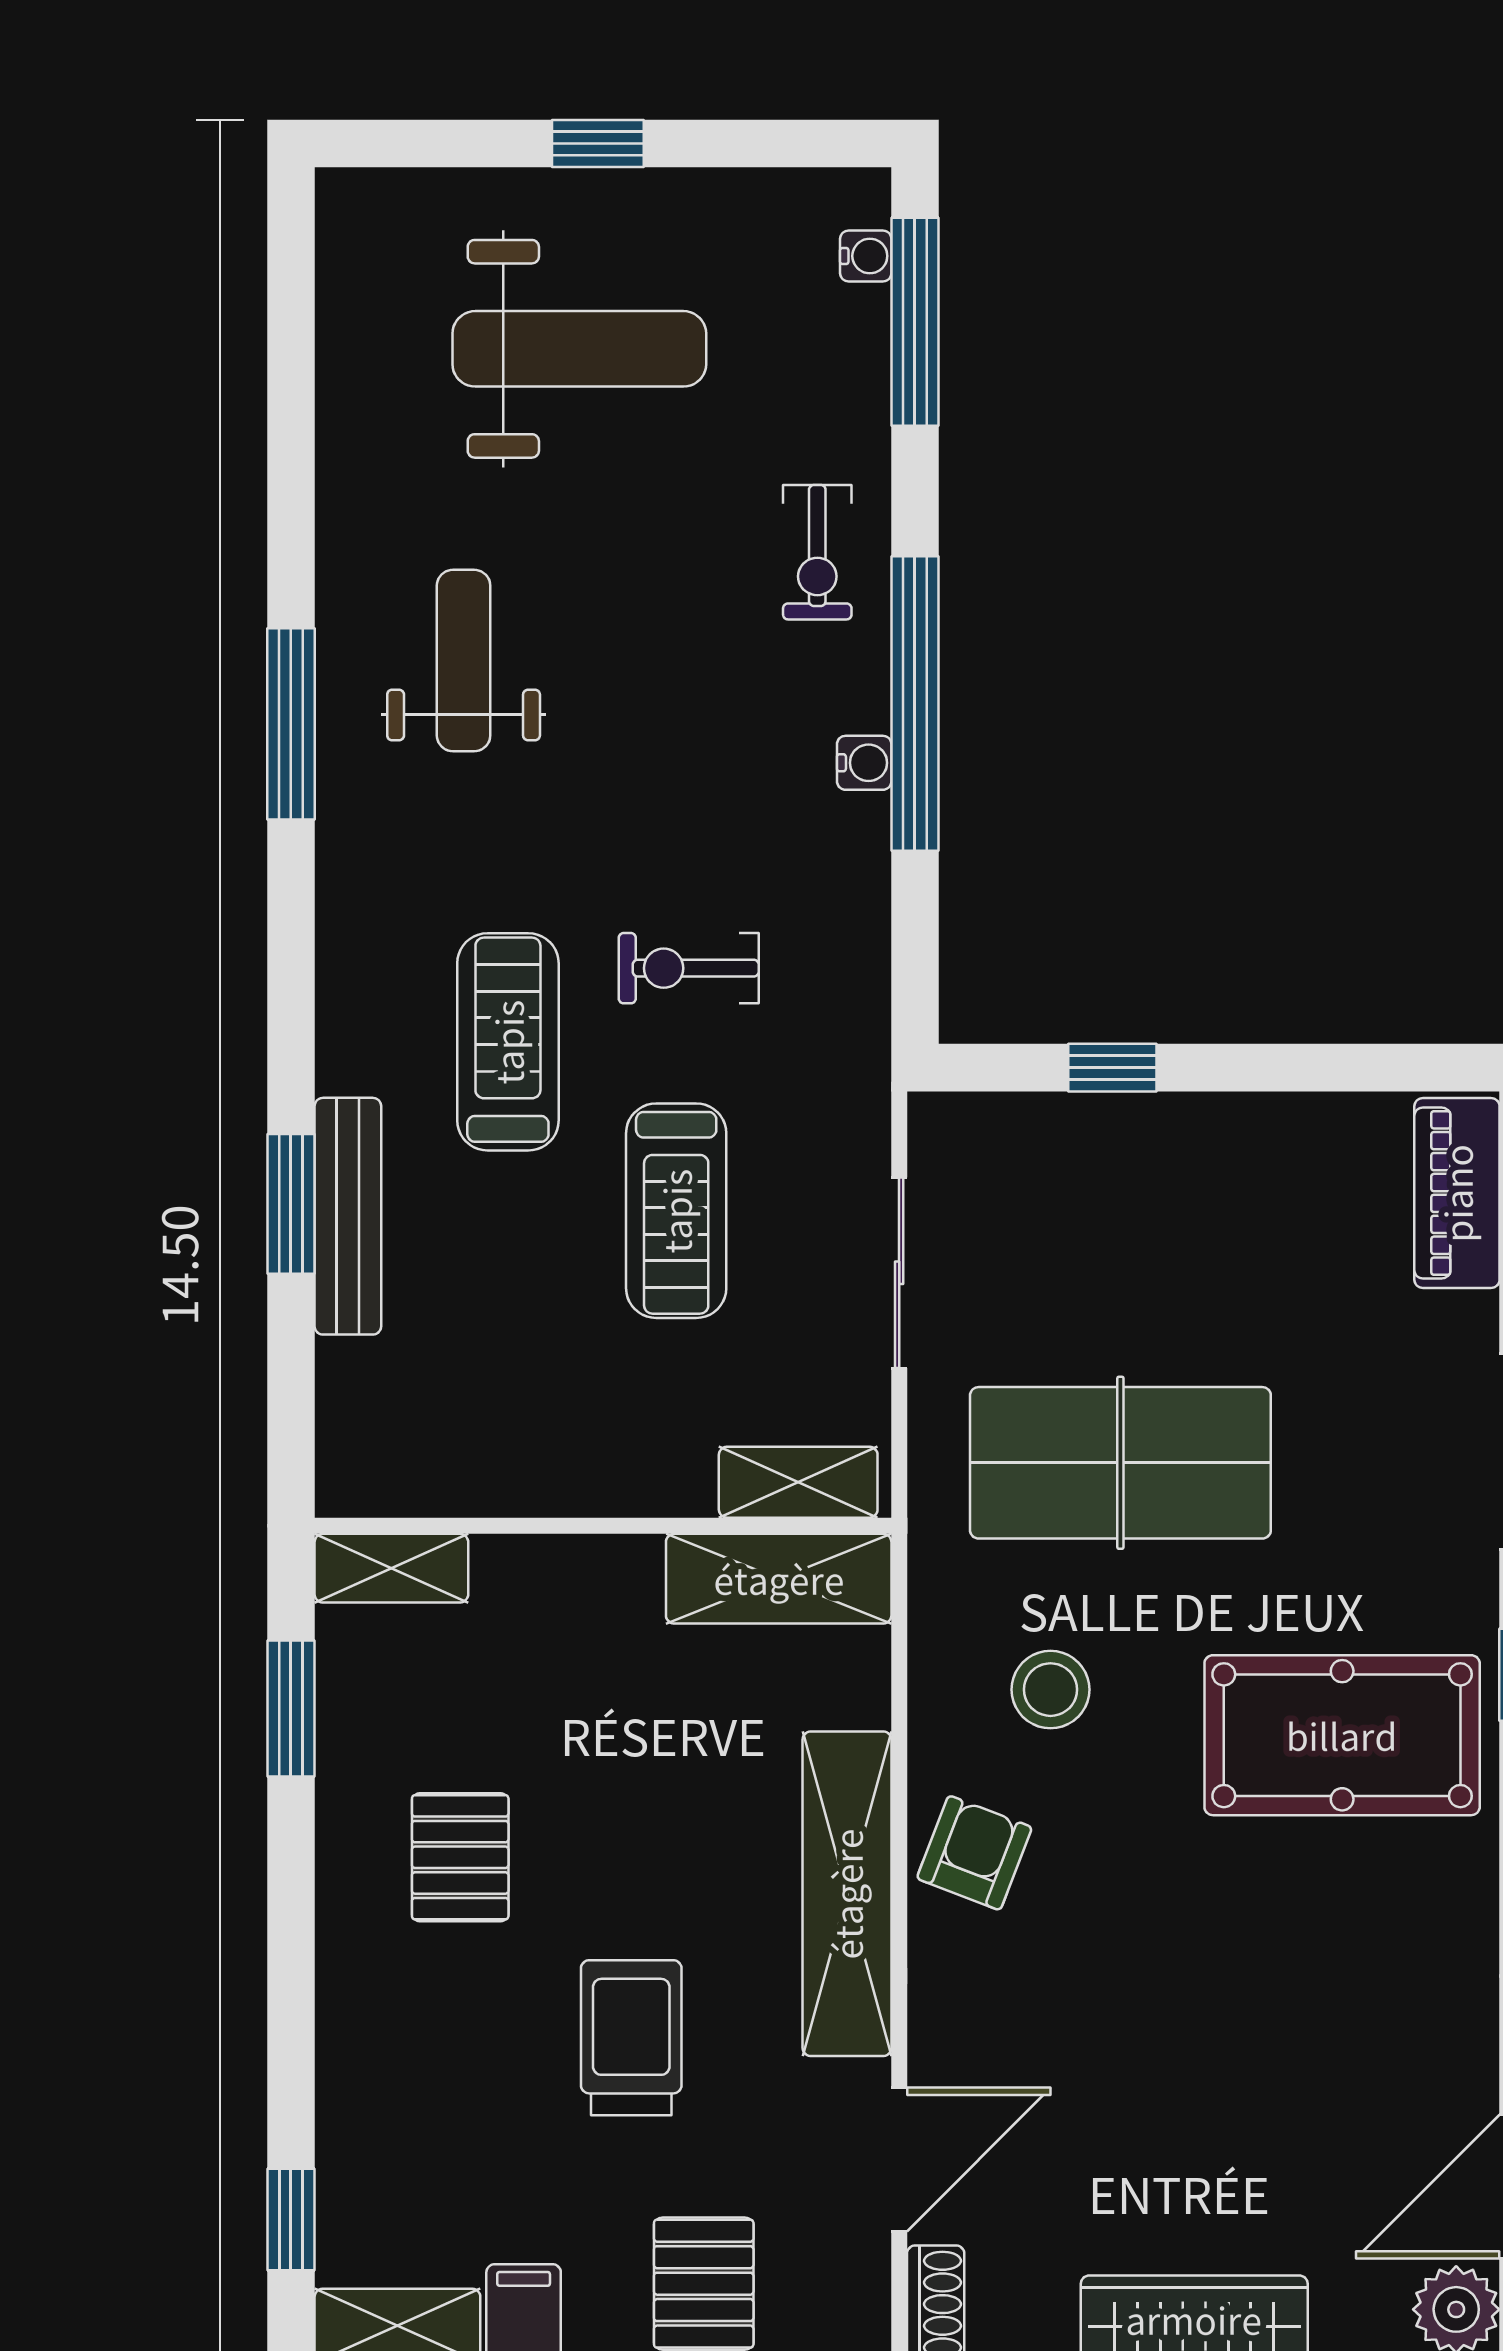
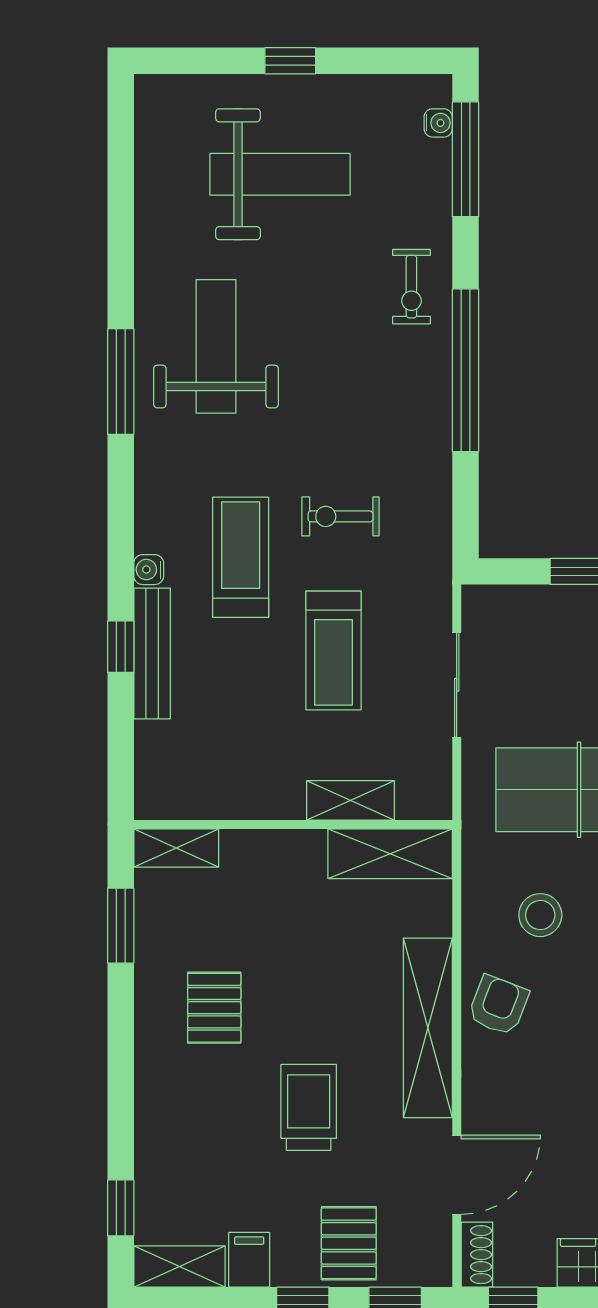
weight bench: (464, 661) -> (216, 346), width x1.36, depth x1.33
water cooler: (864, 763) -> (149, 570), moved, turned 180
window: (291, 1204) -> (121, 647), width x0.67
shelving: (798, 1482) -> (351, 800), moved

